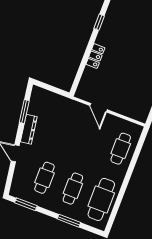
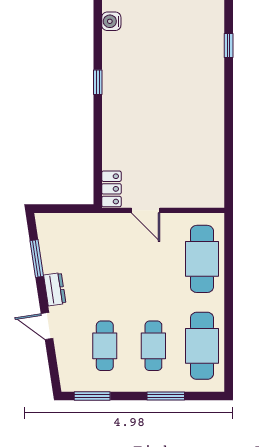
locker: (95, 56) -> (111, 189), moved
dresser: (29, 129) -> (55, 289), width x0.70
cafe table: (121, 149) -> (202, 259), width x1.37, depth x1.35

